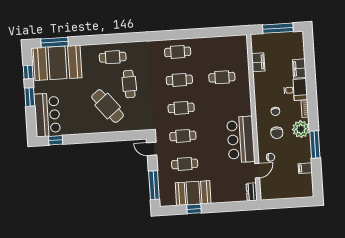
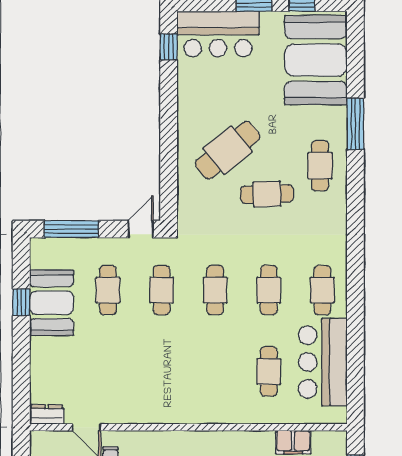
window: (54, 42) -> (355, 124), moved
bar counter: (241, 139) -> (323, 362), moved, turned -90

